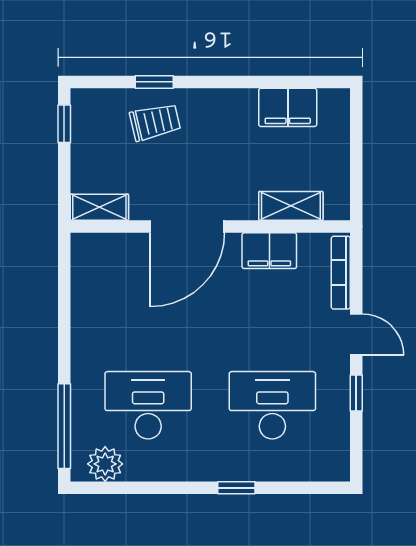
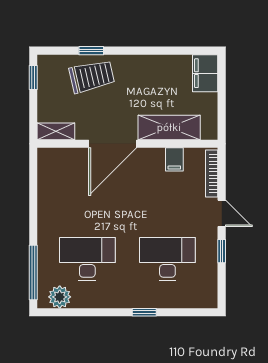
filing cabinet: (288, 107) -> (205, 73), moved, turned 90
trolley: (155, 122) -> (92, 76), width x1.36, depth x1.39
shelving: (291, 206) -> (169, 127), width x1.50, depth x1.33
filing cabinet: (269, 251) -> (174, 159), width x0.50

